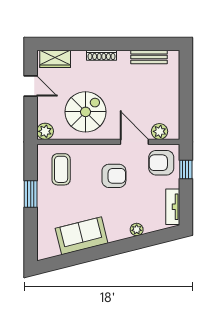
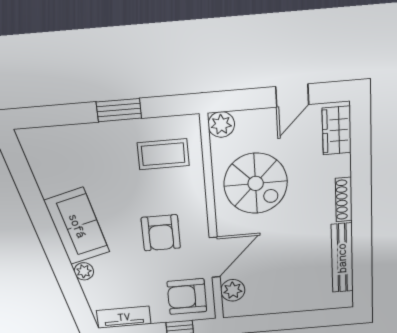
bench: (149, 57) -> (342, 258), width x1.36
armchair: (161, 163) -> (187, 297), turned -90
sofa: (82, 236) -> (77, 226), moved

